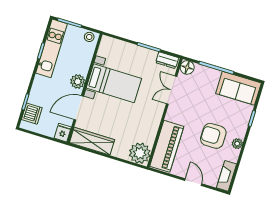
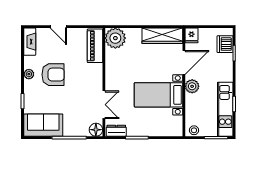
piano: (167, 146) -> (95, 46), width x0.73, depth x0.75

